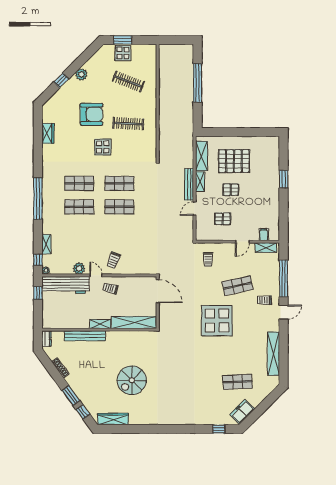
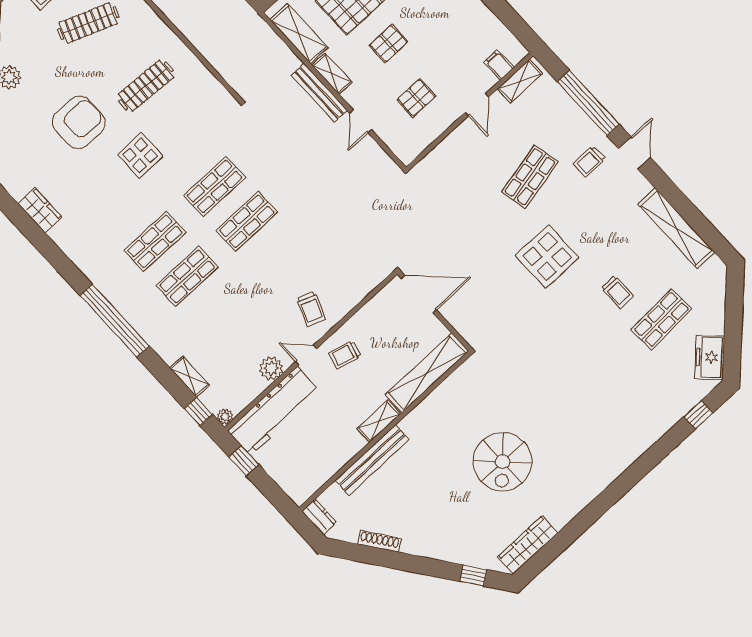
trolley: (208, 259) -> (617, 292), moved
display table: (217, 321) -> (547, 257), width x0.73, depth x0.73
window: (71, 396) -> (433, 568), removed

